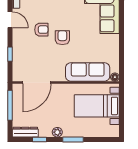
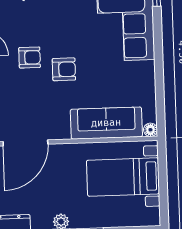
armchair: (62, 38) -> (64, 69), turned 90

